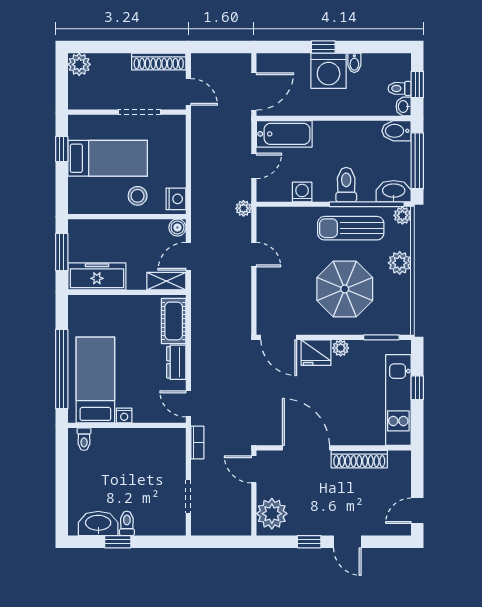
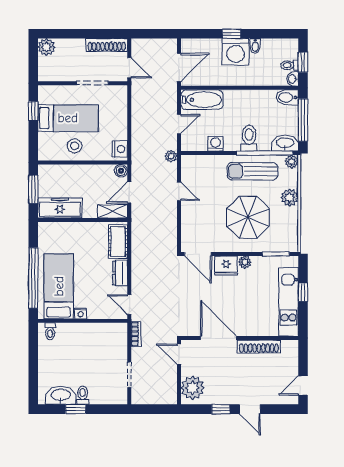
stool: (138, 196) -> (75, 146), moved

